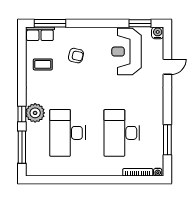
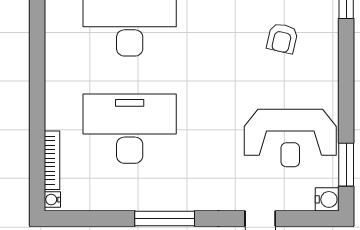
reception desk: (127, 52) -> (290, 138), turned 180
window: (167, 140) -> (165, 219), moved

